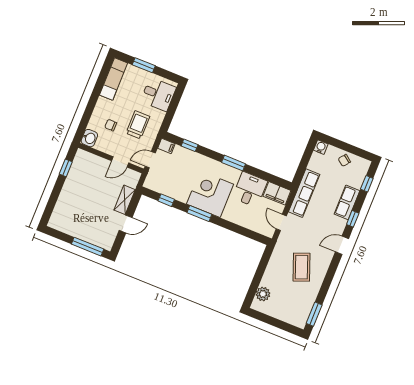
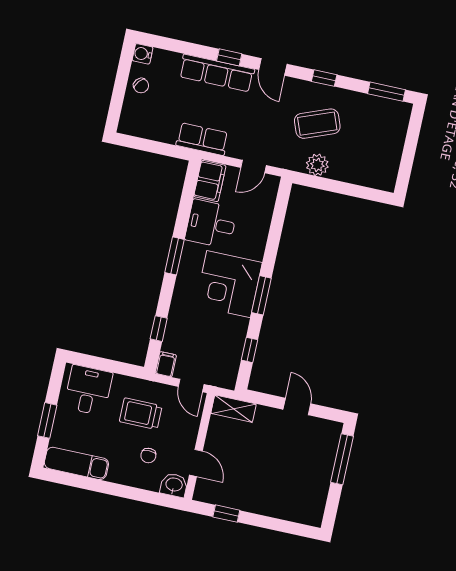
water cooler: (321, 147) -> (143, 54), moved
door: (120, 162) -> (196, 463), moved
window: (367, 184) -> (324, 78), moved
row of seats: (304, 193) -> (202, 139), width x0.68
shelving: (125, 200) -> (234, 409), moved
row of seats: (347, 202) -> (217, 73), width x1.48
plant: (263, 294) -> (317, 165), moved

